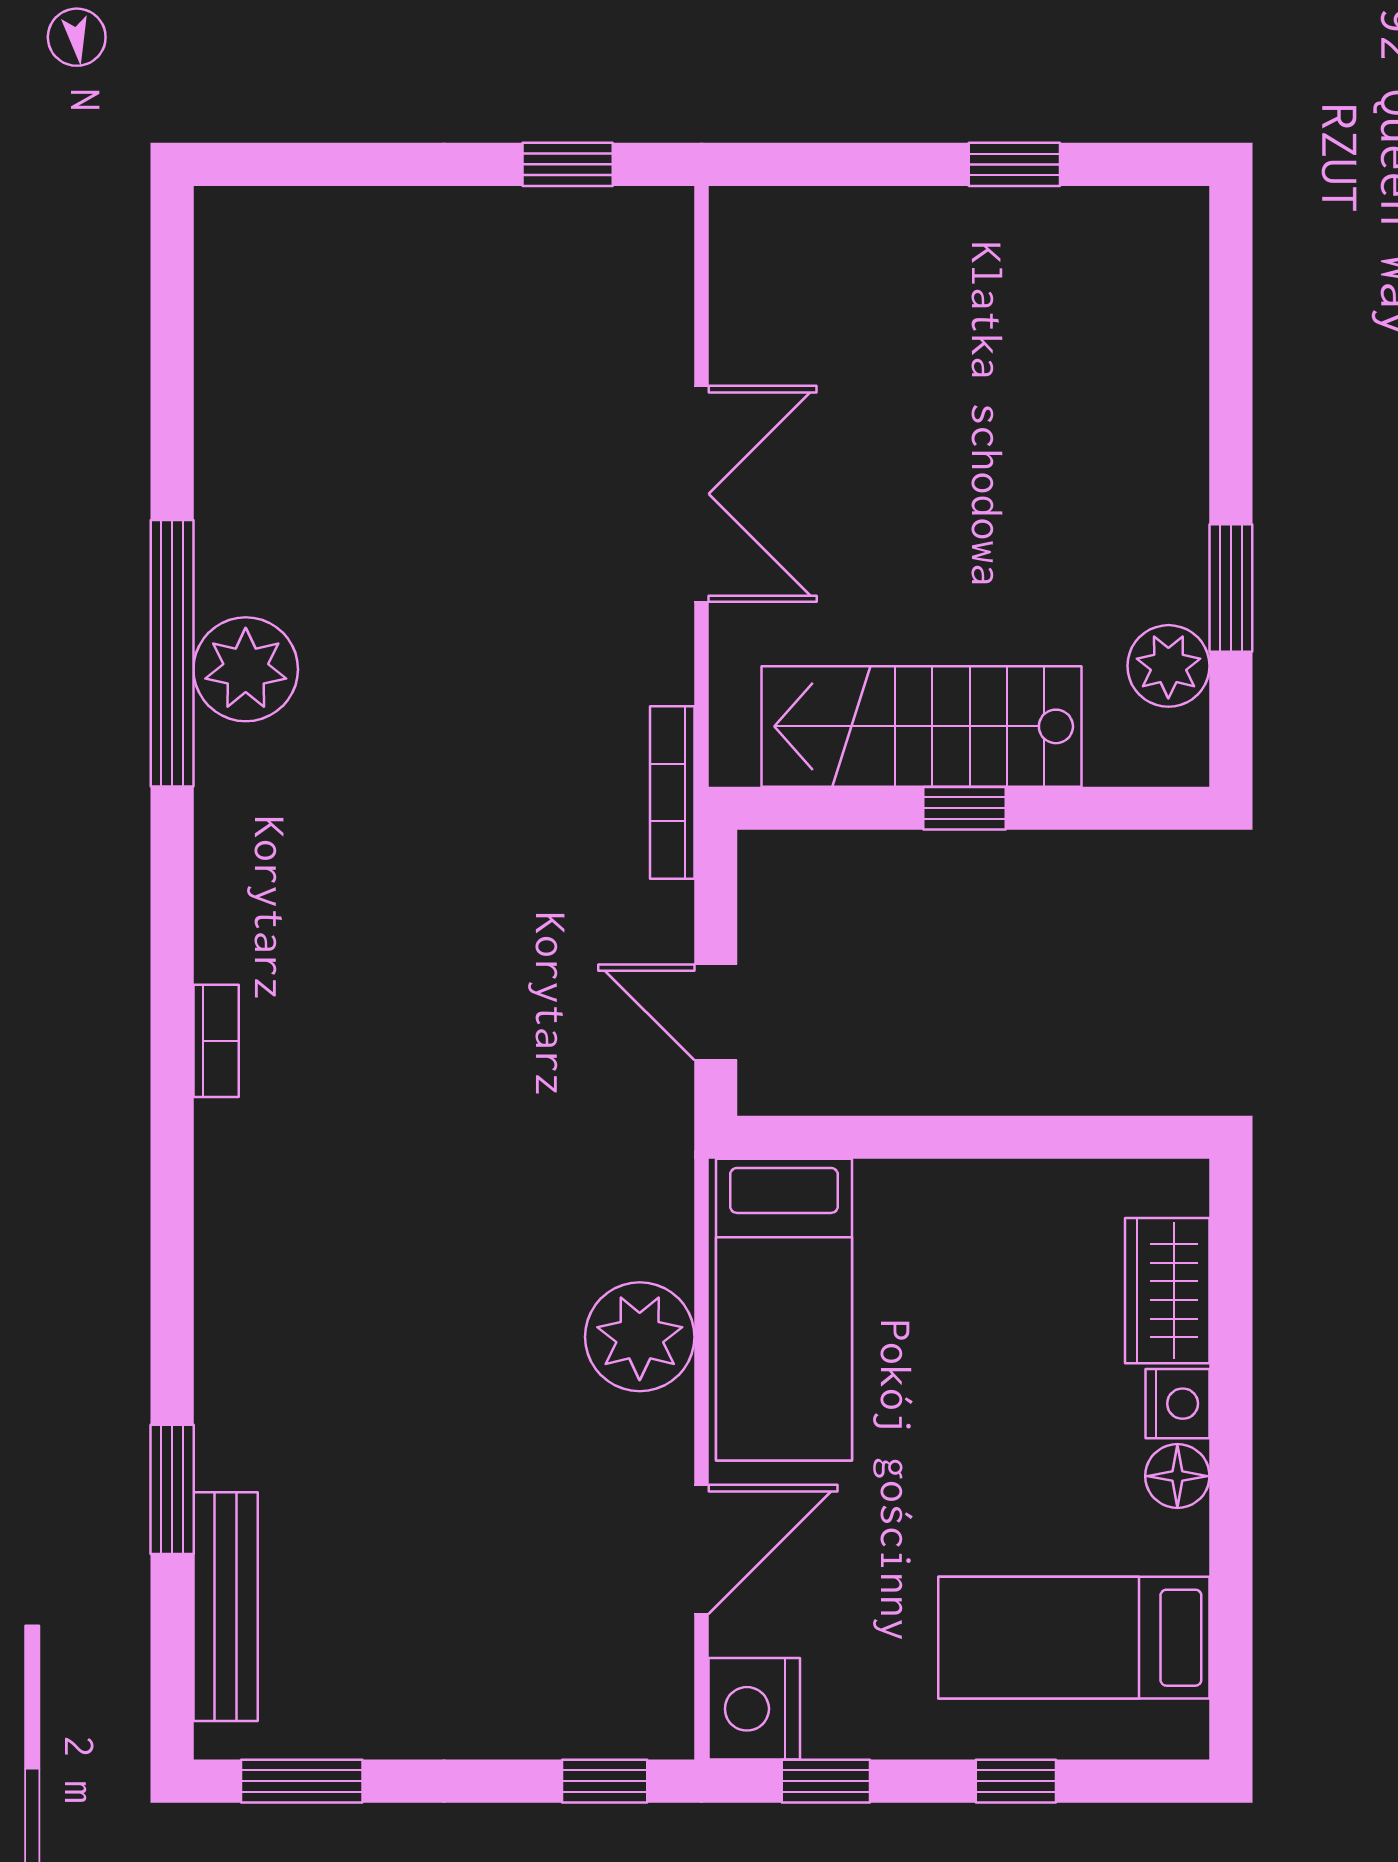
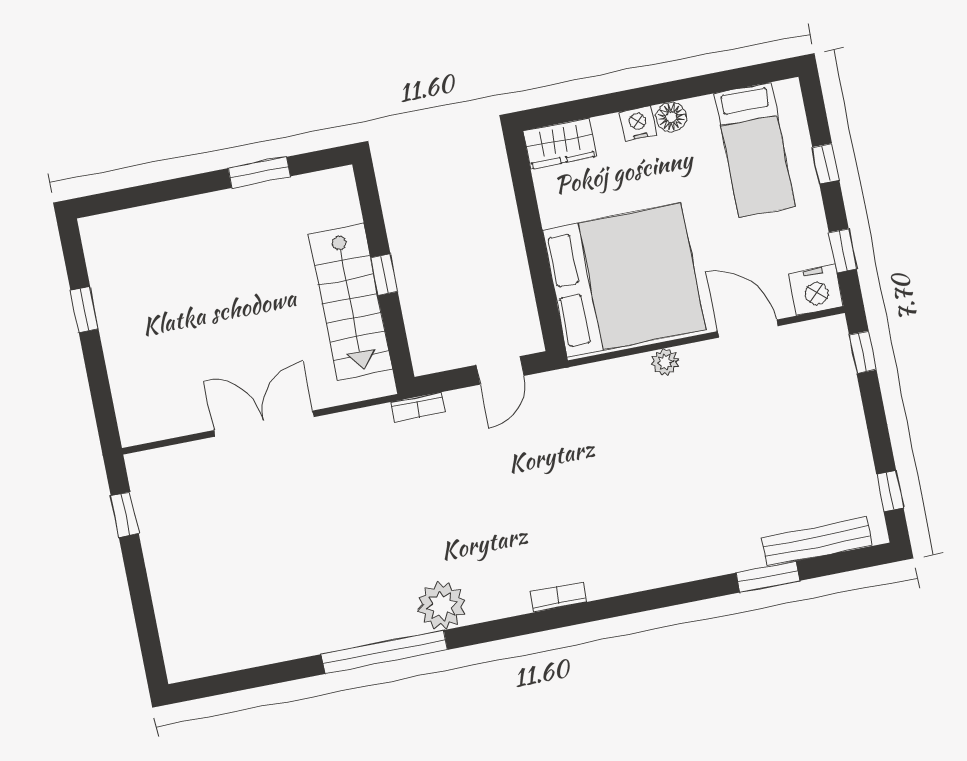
plant: (1168, 666) -> (301, 194), removed
plant: (246, 669) -> (442, 606), moved
bookcase: (672, 793) -> (418, 407), width x0.64
wardrobe: (1167, 1291) -> (560, 144), moved
bed: (784, 1310) -> (624, 280), width x2.04
plant: (640, 1337) -> (665, 362), width x0.53, depth x0.53
window: (302, 1781) -> (890, 491), width x0.67

